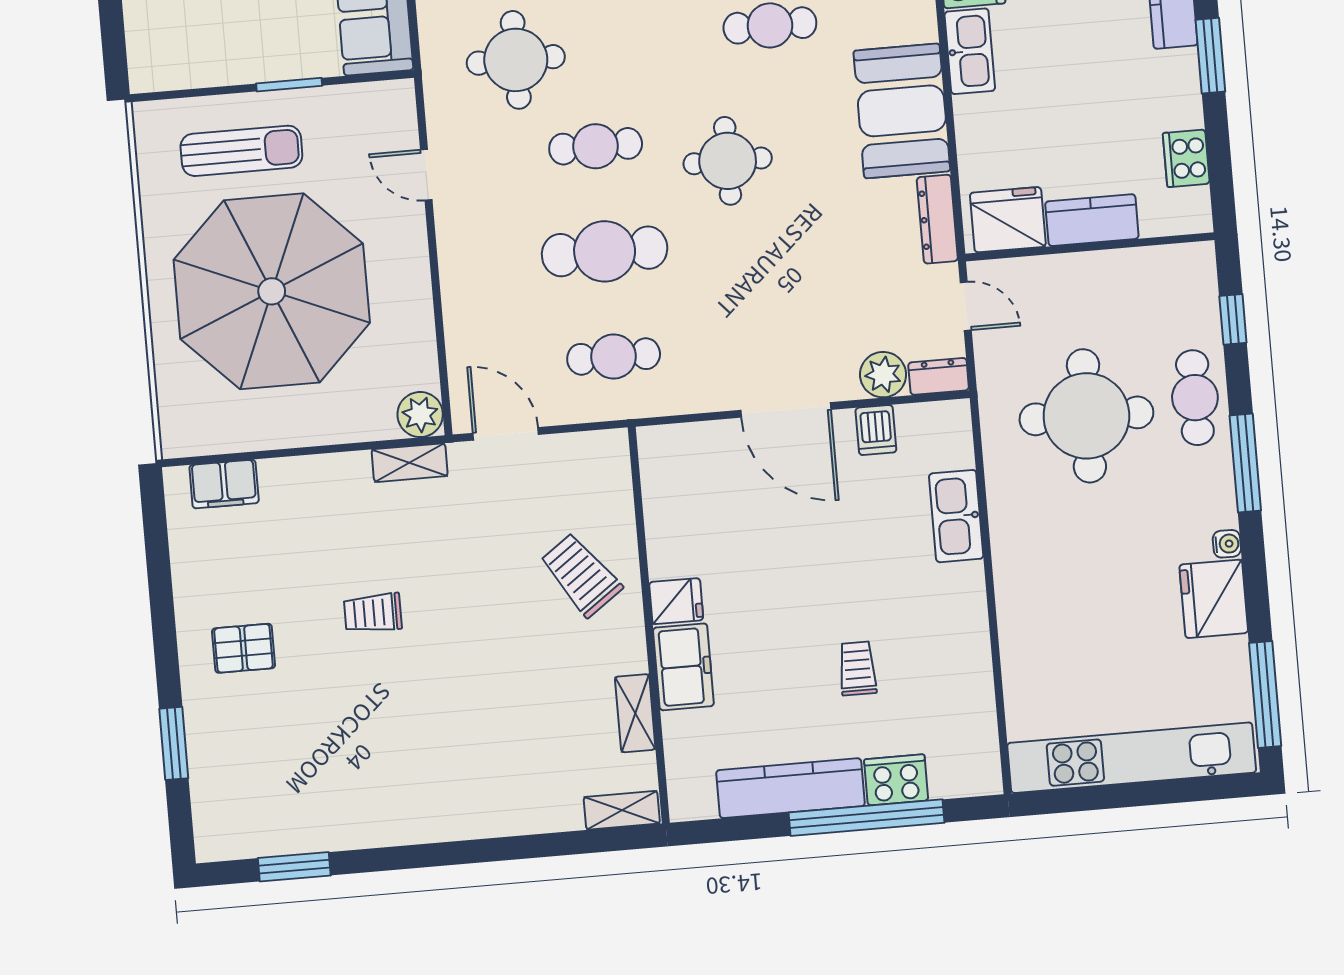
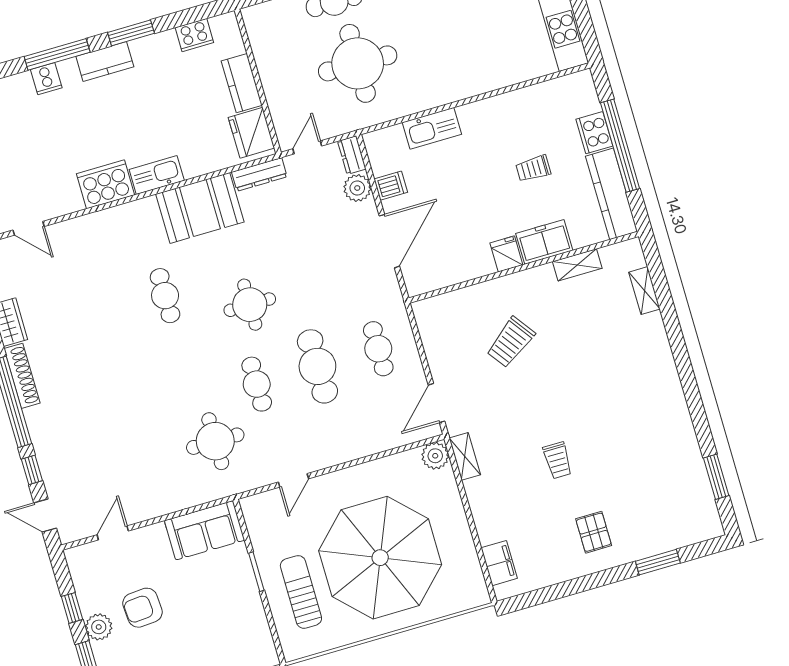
fridge: (676, 601) -> (506, 254), moved
wall: (649, 625) -> (524, 267), moved
freezer: (683, 667) -> (544, 242), moved
shelving: (635, 713) -> (577, 265), moved

